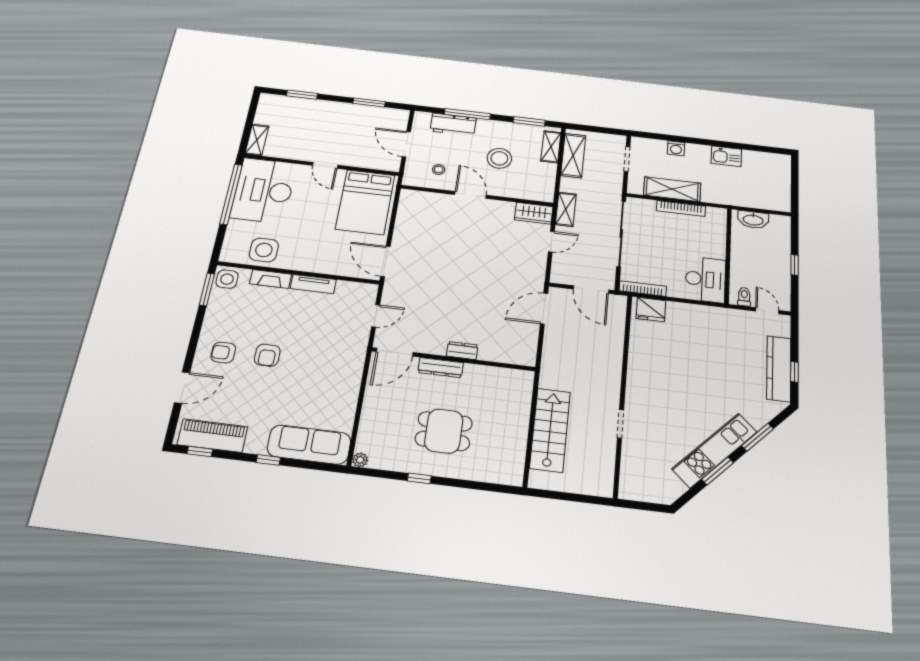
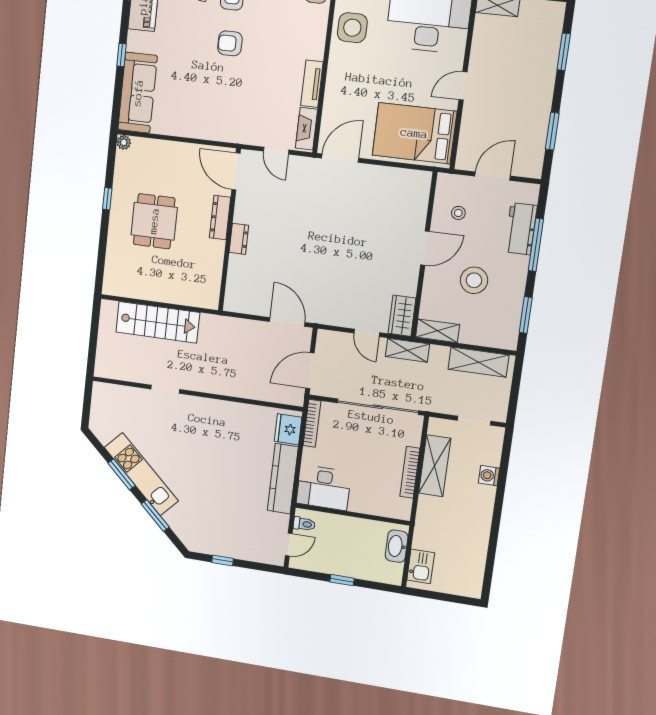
shelving: (551, 147) -> (438, 331), moved
kitchen sink: (726, 156) -> (421, 566), moved, turned 180
fireplace: (271, 279) -> (306, 129), moved
kitchen counter: (779, 369) -> (283, 479), moved, turned -90

